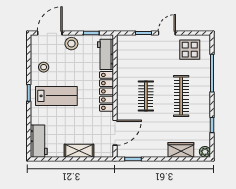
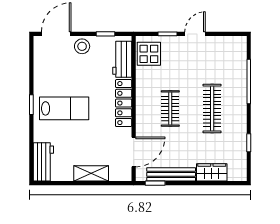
display table: (190, 50) -> (149, 54), moved
stool: (44, 67) -> (49, 74), removed
bench: (147, 152) -> (171, 174), added
plant: (205, 152) -> (240, 175), removed

